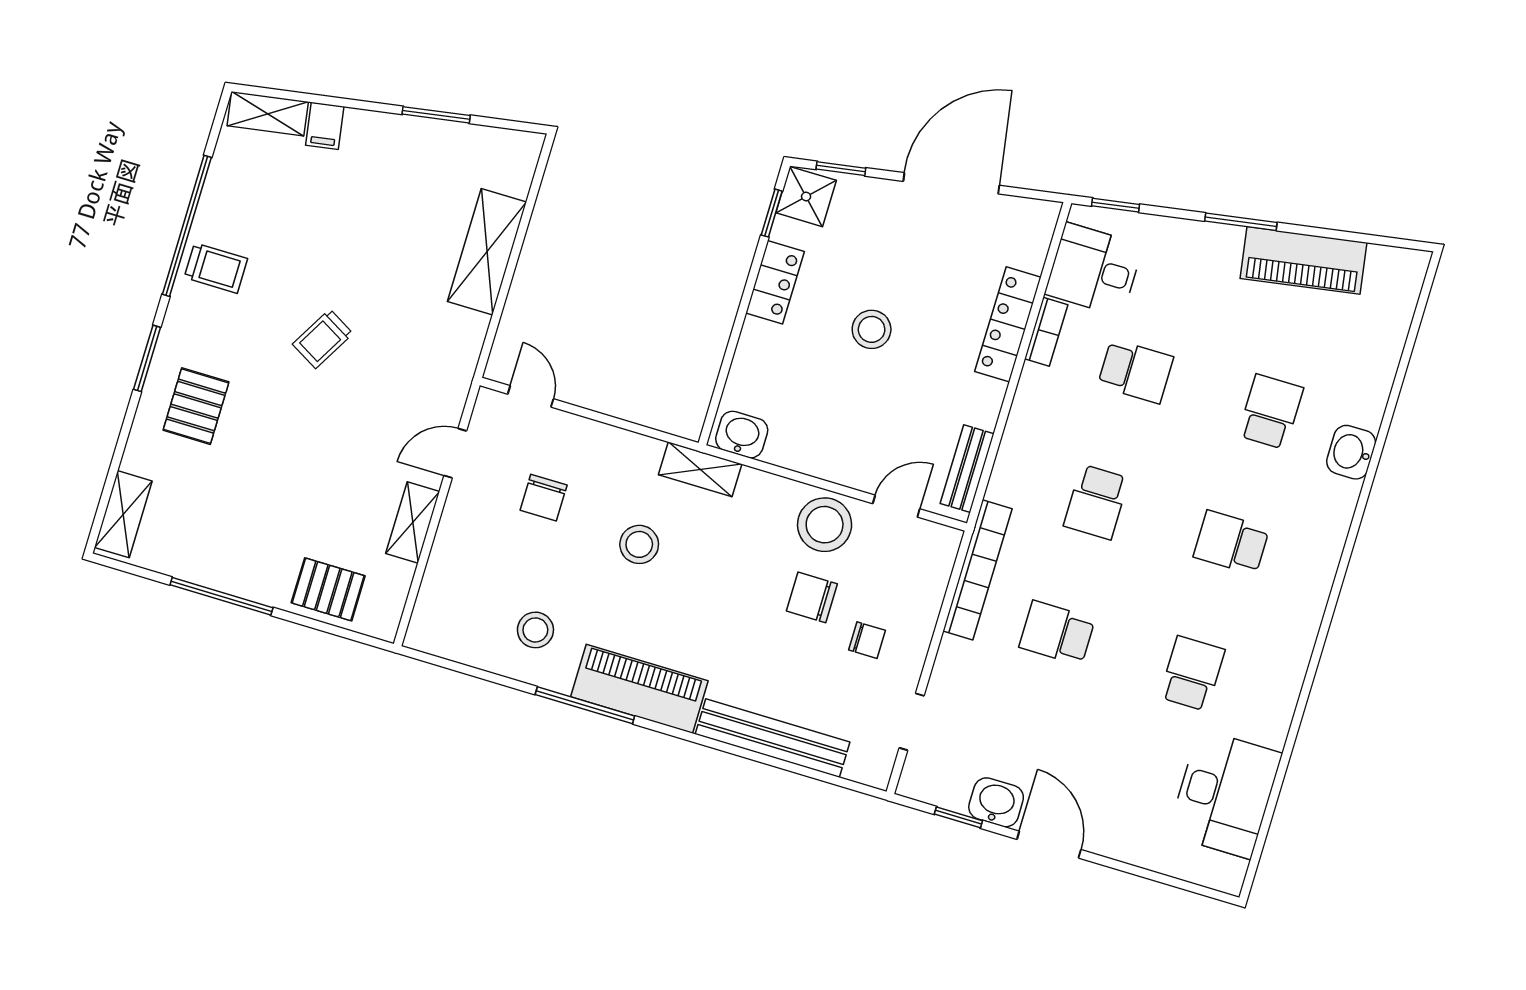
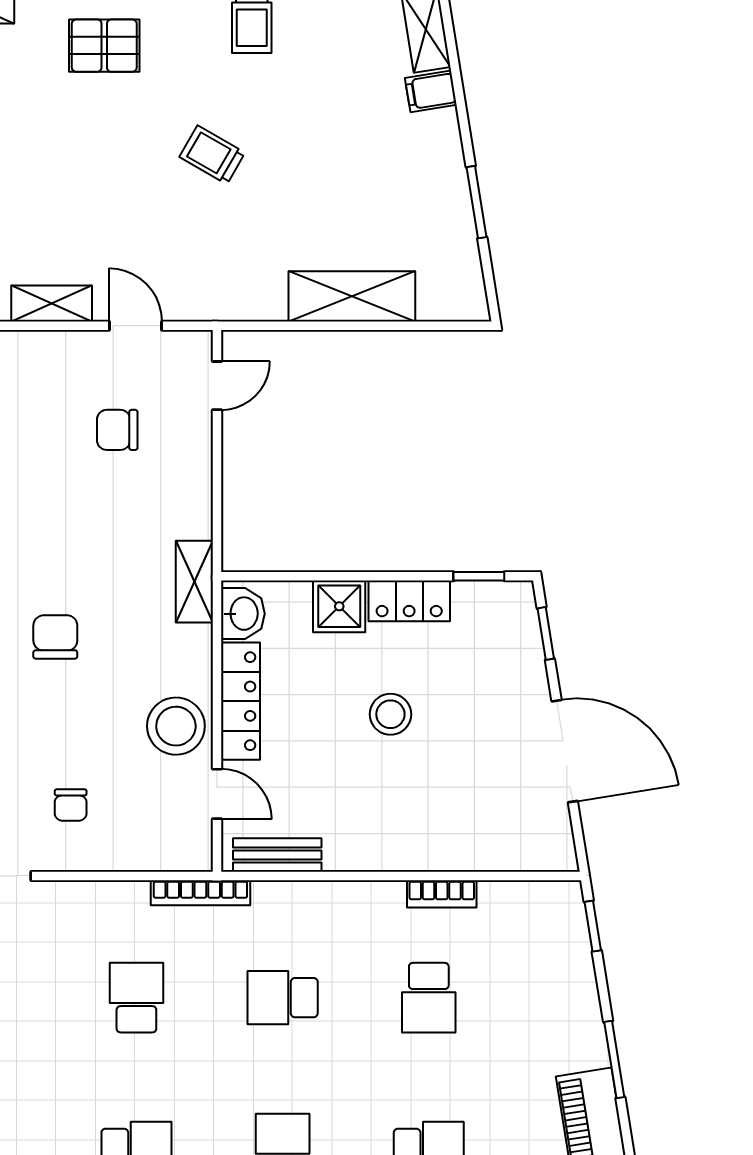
shower: (806, 197) -> (339, 606), moved
desk: (1094, 270) -> (520, 924), removed
locker: (1008, 324) -> (240, 701), moved, turned 90
stool: (639, 544) -> (99, 542), removed
bookcase: (977, 570) -> (200, 893), width x0.68, depth x0.76
chair: (812, 597) -> (55, 637), moved

